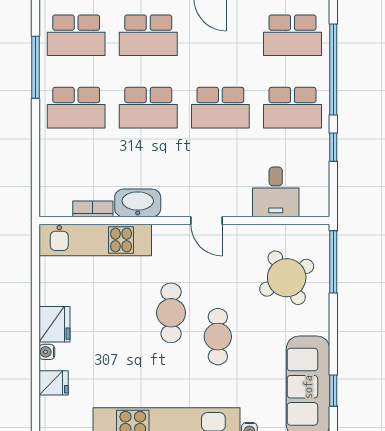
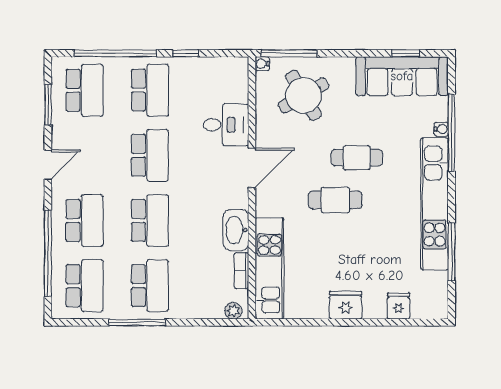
window: (35, 67) -> (137, 322), moved
desk: (276, 192) -> (226, 125), moved
plant: (48, 200) -> (233, 311), added
door: (207, 221) -> (252, 168), width x1.37
water cooler: (47, 352) -> (262, 64), moved, turned 90

